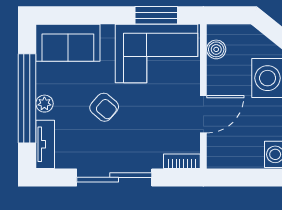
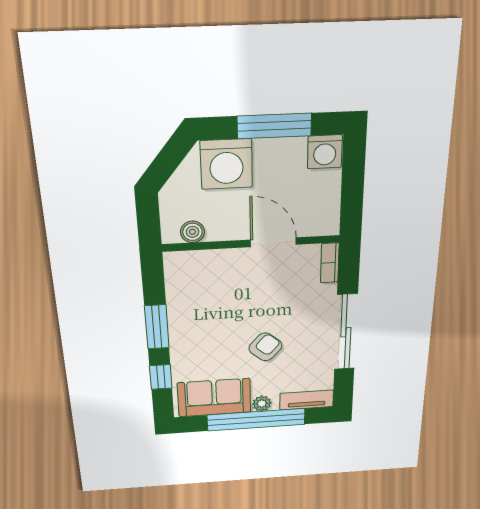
window: (80, 15) -> (161, 377), added
window: (156, 15) -> (157, 327), moved
sofa: (68, 43) -> (214, 398), moved, turned -90
corner sofa: (157, 54) -> (201, 297), removed

